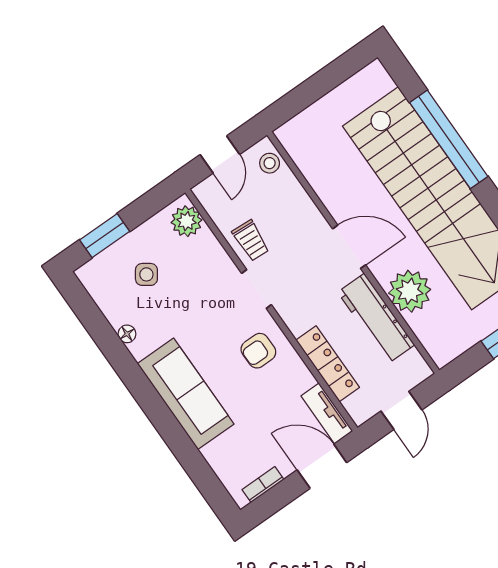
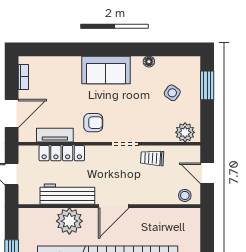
armchair: (258, 351) -> (93, 123), turned 90
sofa: (186, 394) -> (106, 70), width x0.73
tv unit: (327, 413) -> (55, 135), moved

